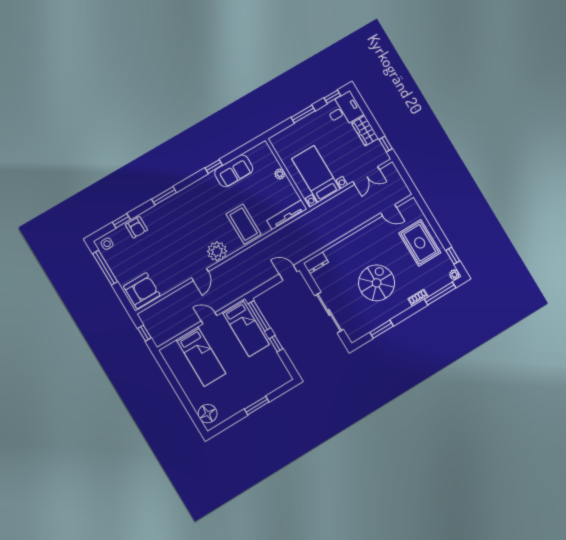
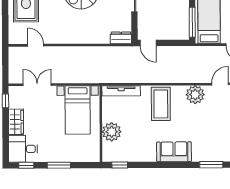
window: (214, 167) -> (120, 165), moved
sofa: (234, 171) -> (174, 152), moved
plant: (280, 174) -> (112, 132), width x1.88, depth x1.88

